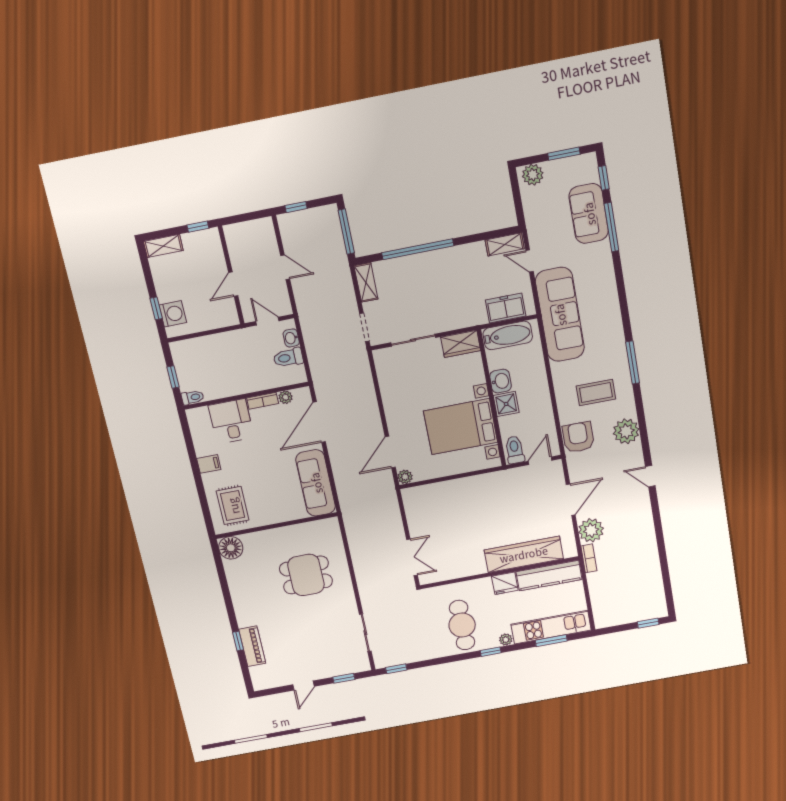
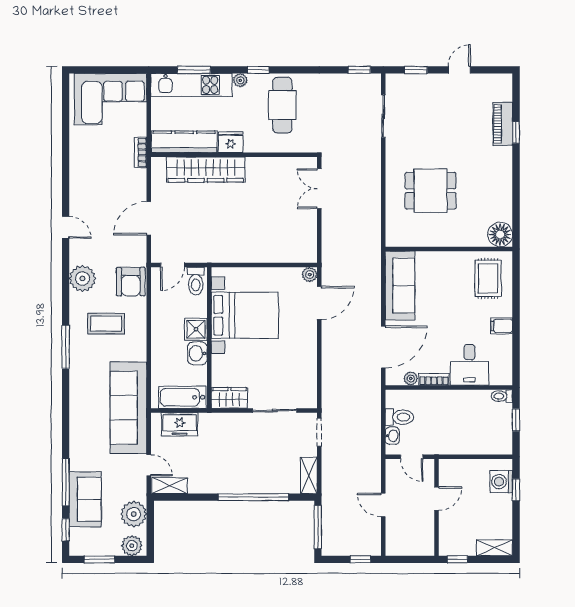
plant: (591, 530) -> (134, 514), moved
corner sofa: (626, 601) -> (111, 99), added
window: (648, 623) -> (91, 70), removed

